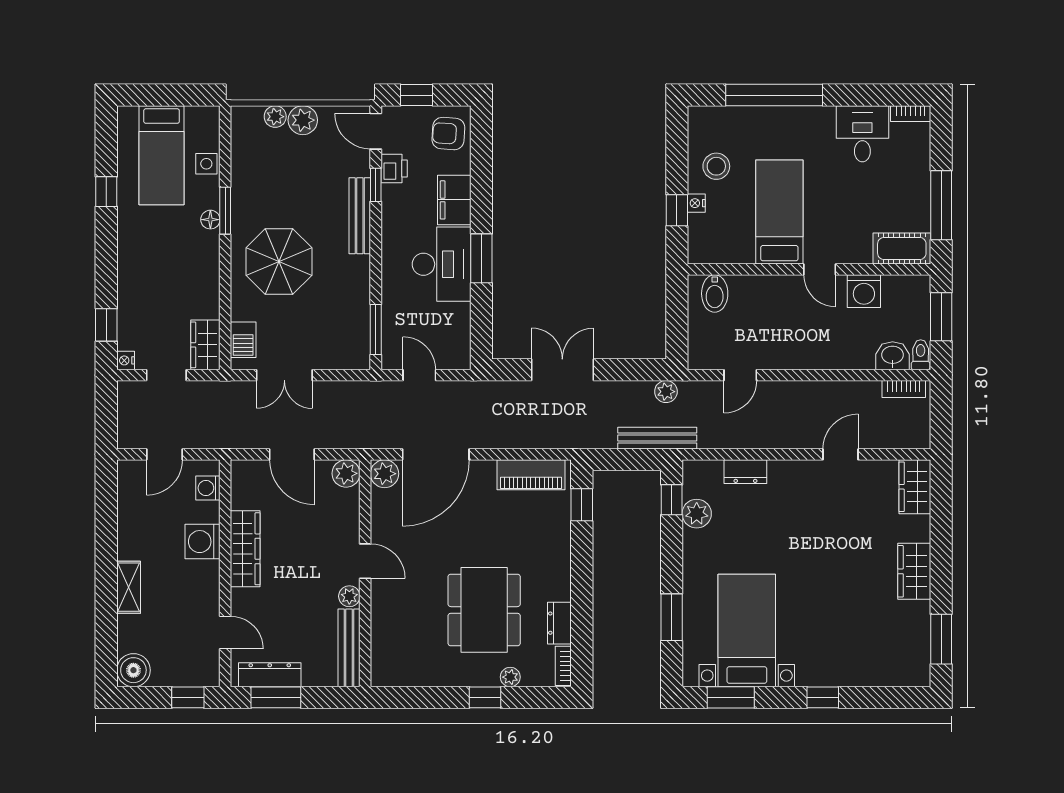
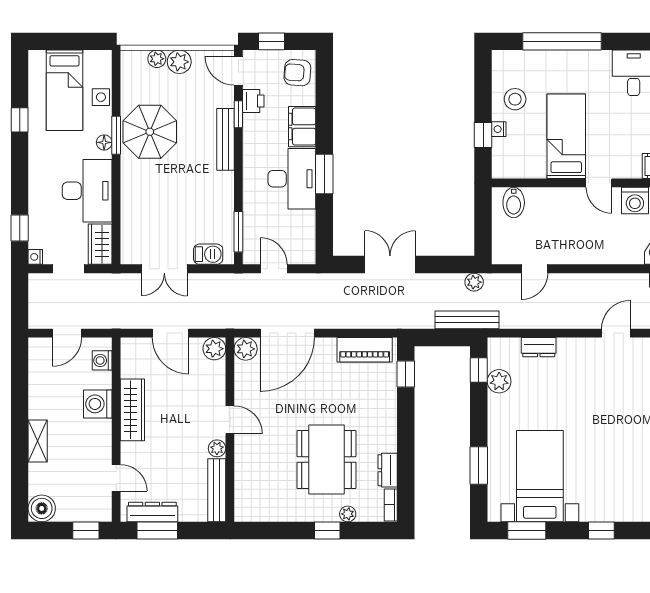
parasol: (279, 262) -> (150, 132), moved
desk: (189, 279) -> (87, 191), added
barbecue: (243, 340) -> (208, 254), moved, turned -90

